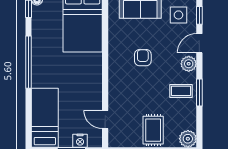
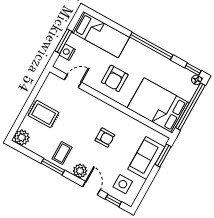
armchair: (80, 80) -> (115, 78), added

